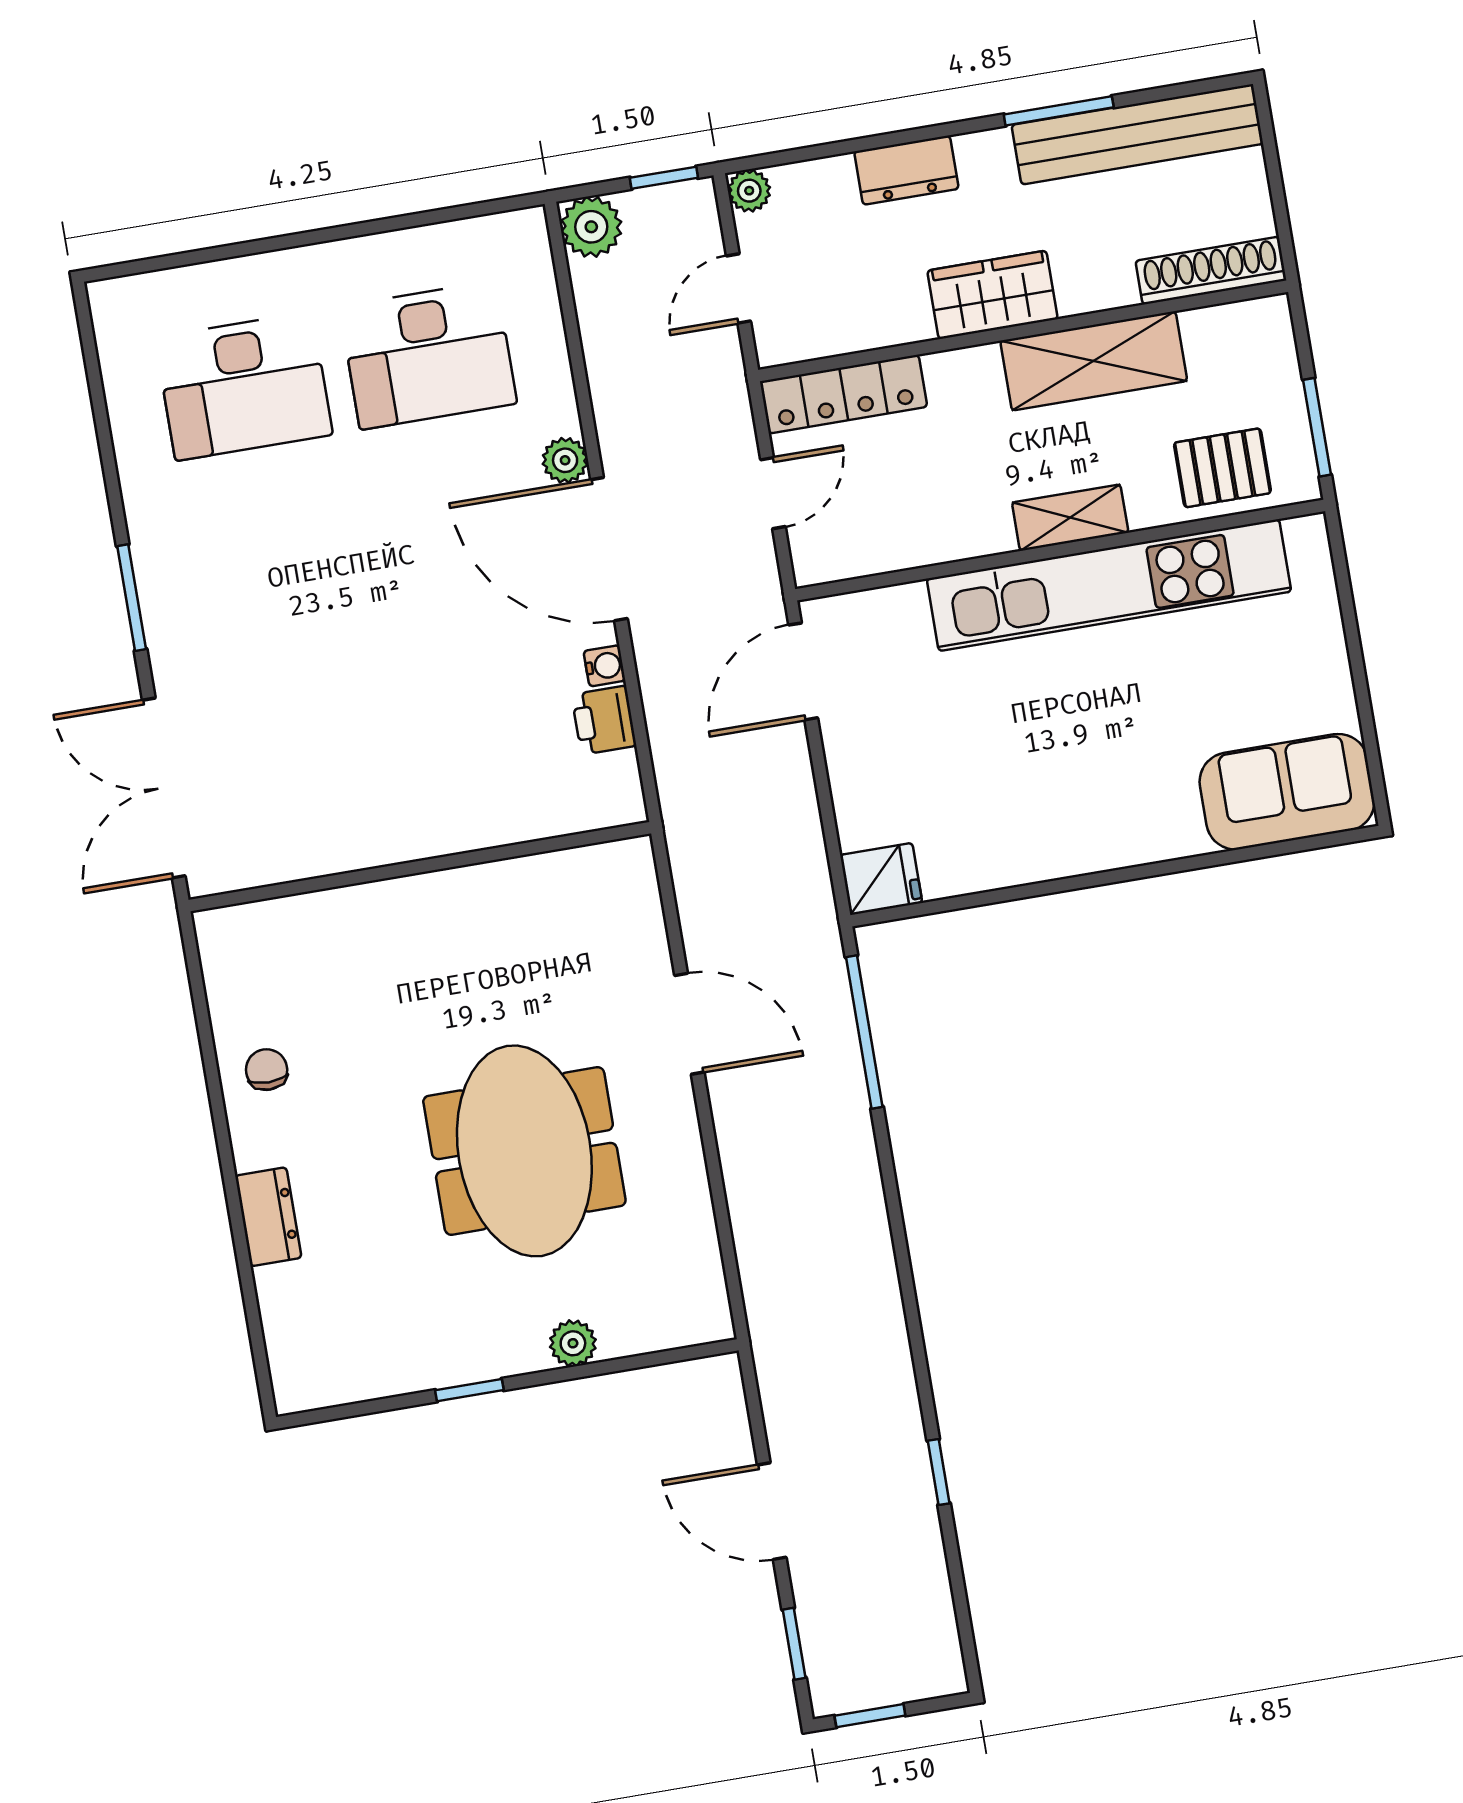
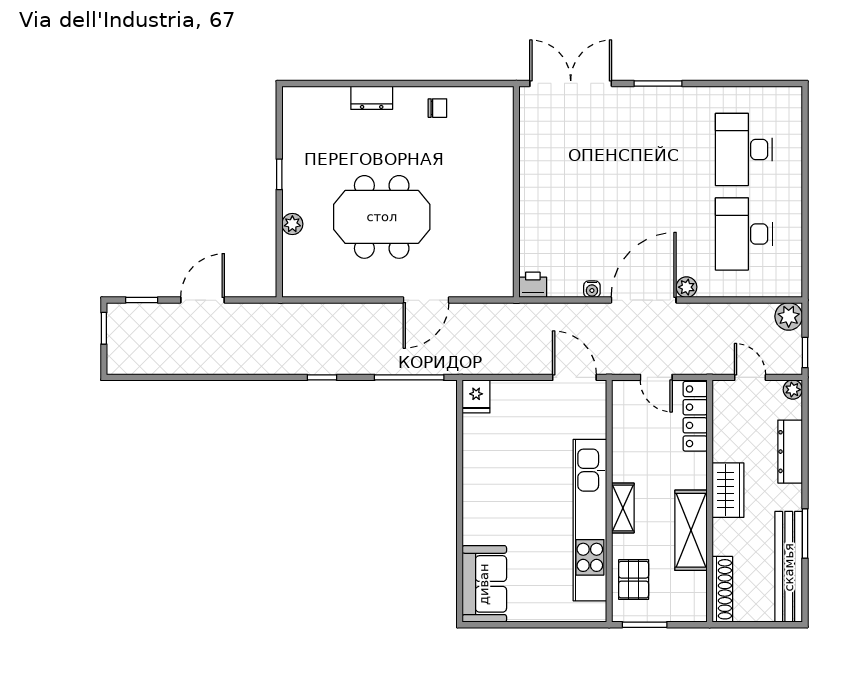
dresser: (906, 170) -> (790, 452), width x1.44
printer: (604, 720) -> (533, 285), moved
window: (939, 1472) -> (322, 377), moved

